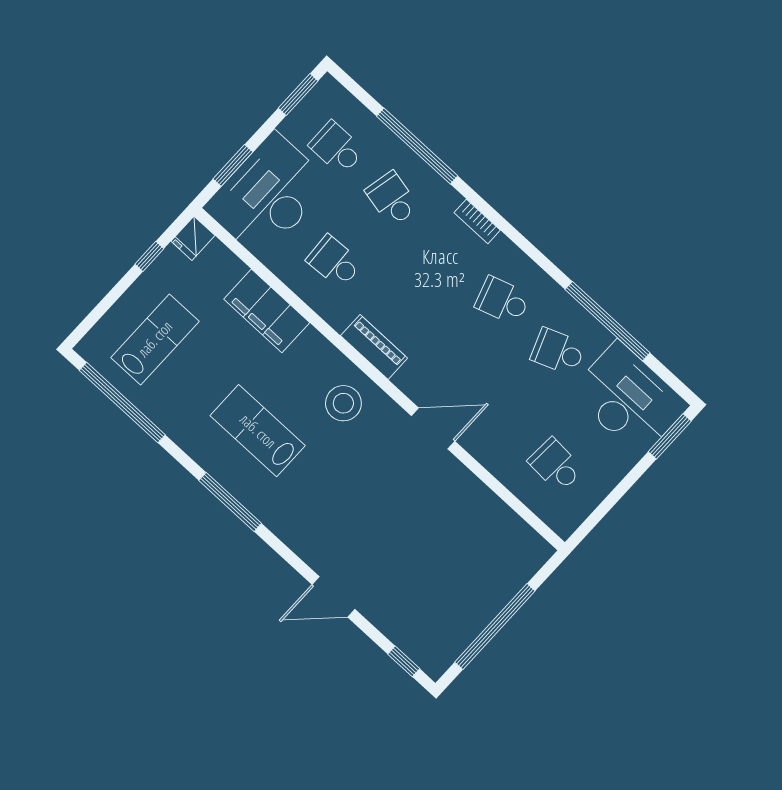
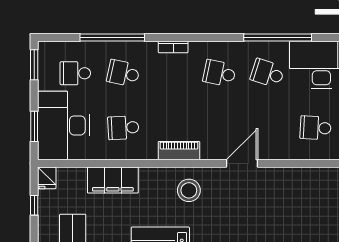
school desk: (503, 301) -> (219, 73), turned 30
school desk: (558, 352) -> (267, 73), turned 39

